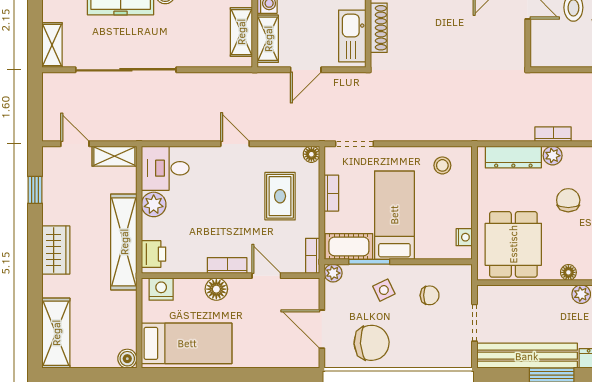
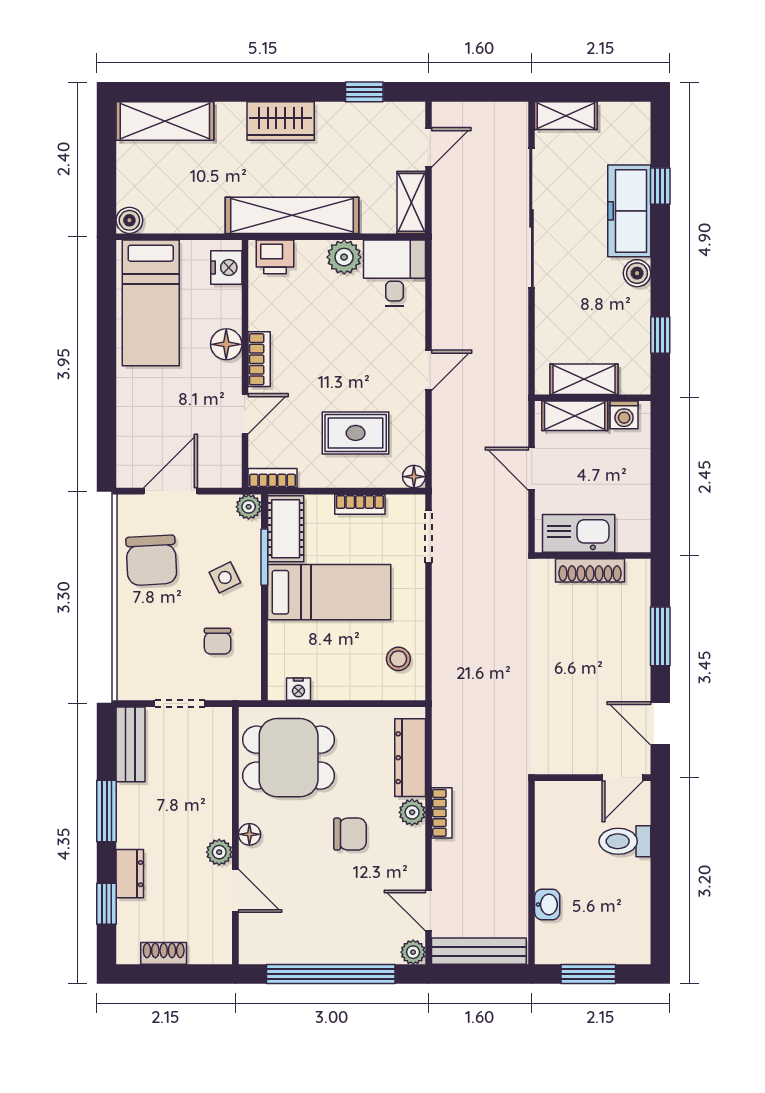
bench: (527, 356) -> (131, 744), width x0.54, depth x0.82

